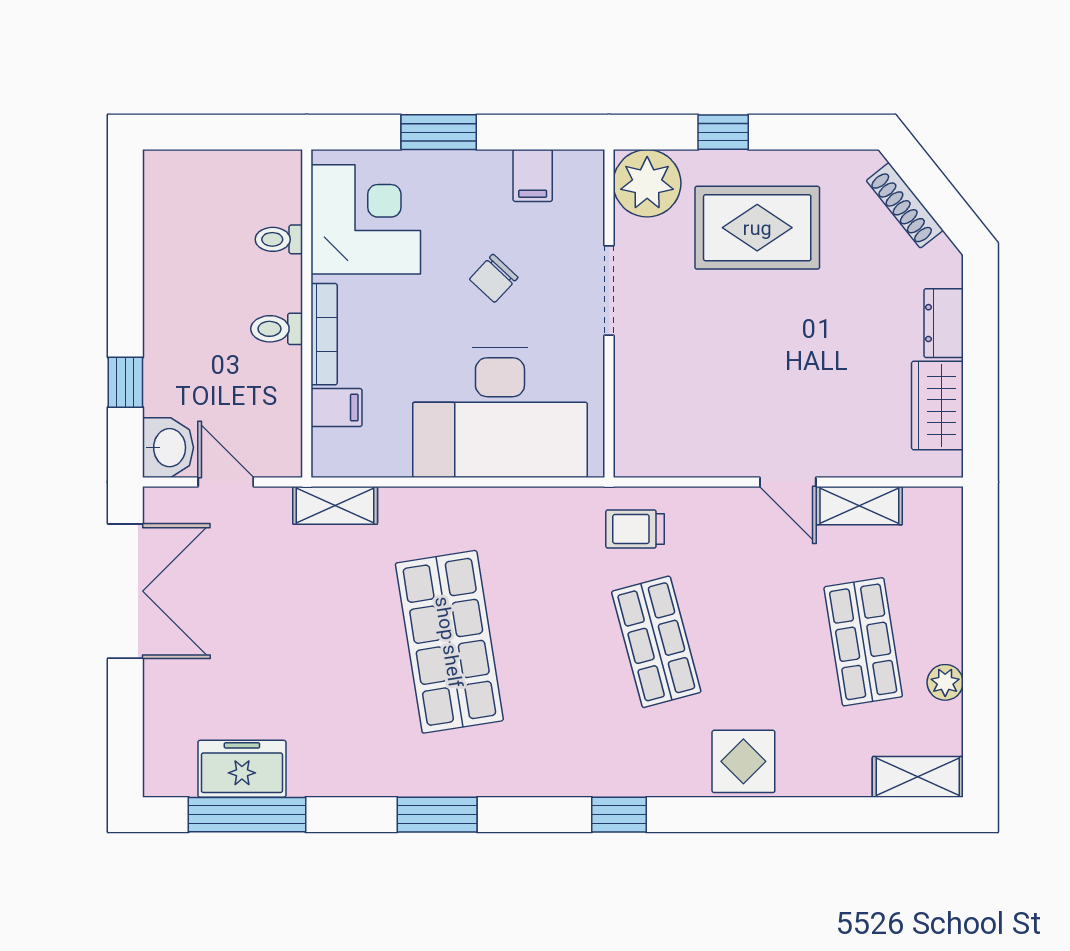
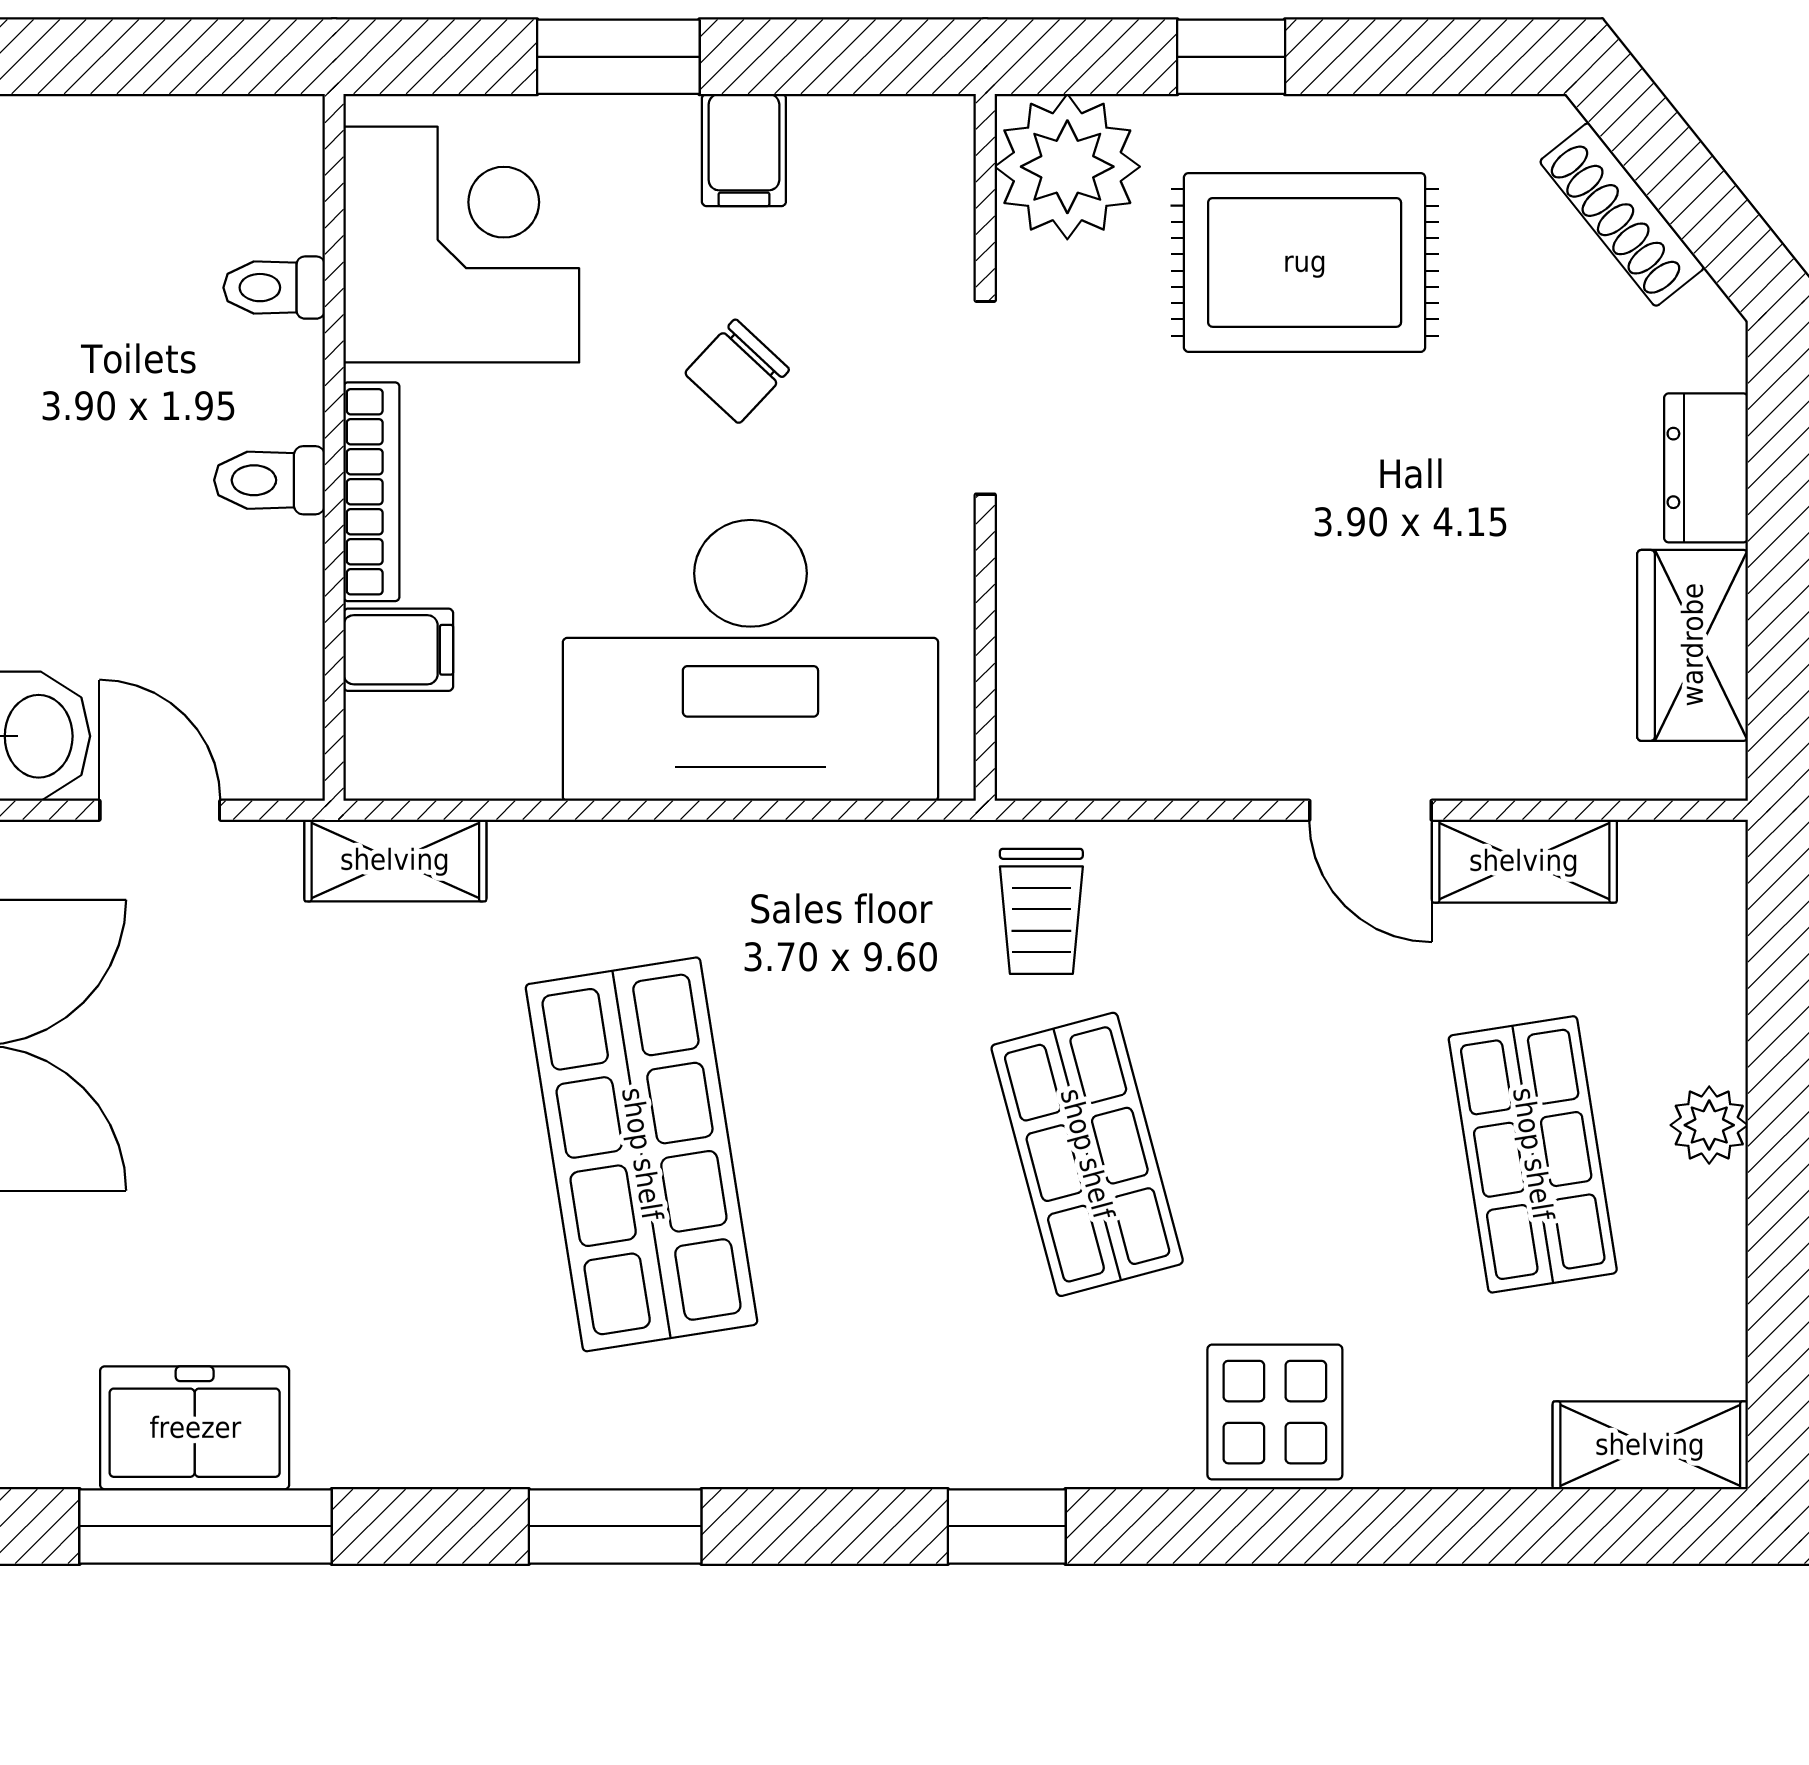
filing cabinet: (533, 176) -> (744, 150), moved
trolley: (635, 529) -> (1041, 911), turned -90
plant: (945, 682) -> (1709, 1125), moved

